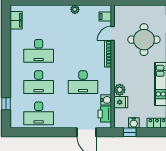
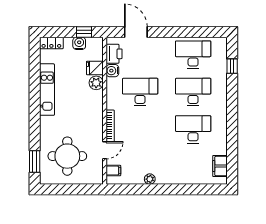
round table: (144, 40) -> (67, 156), moved

